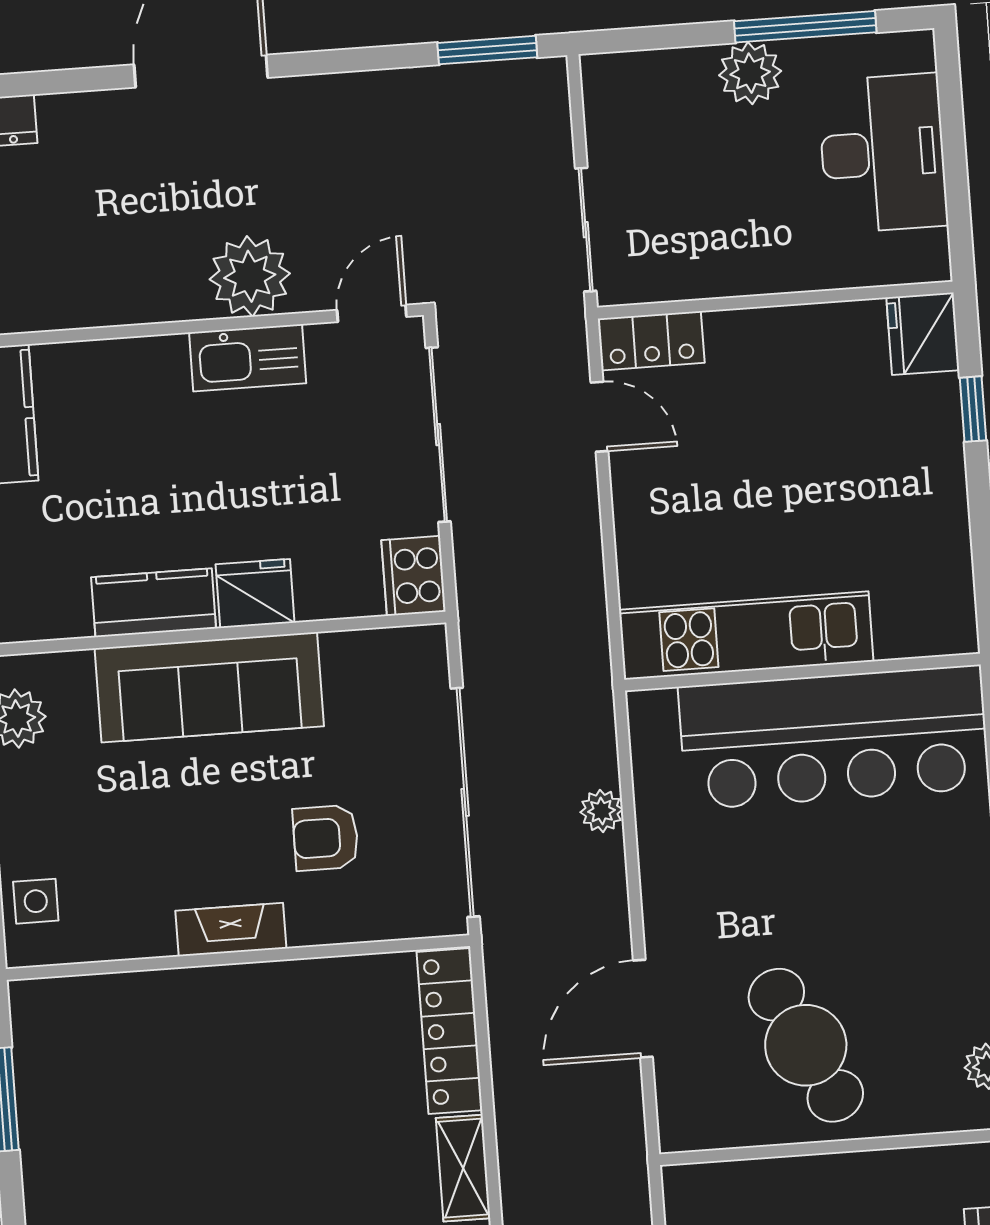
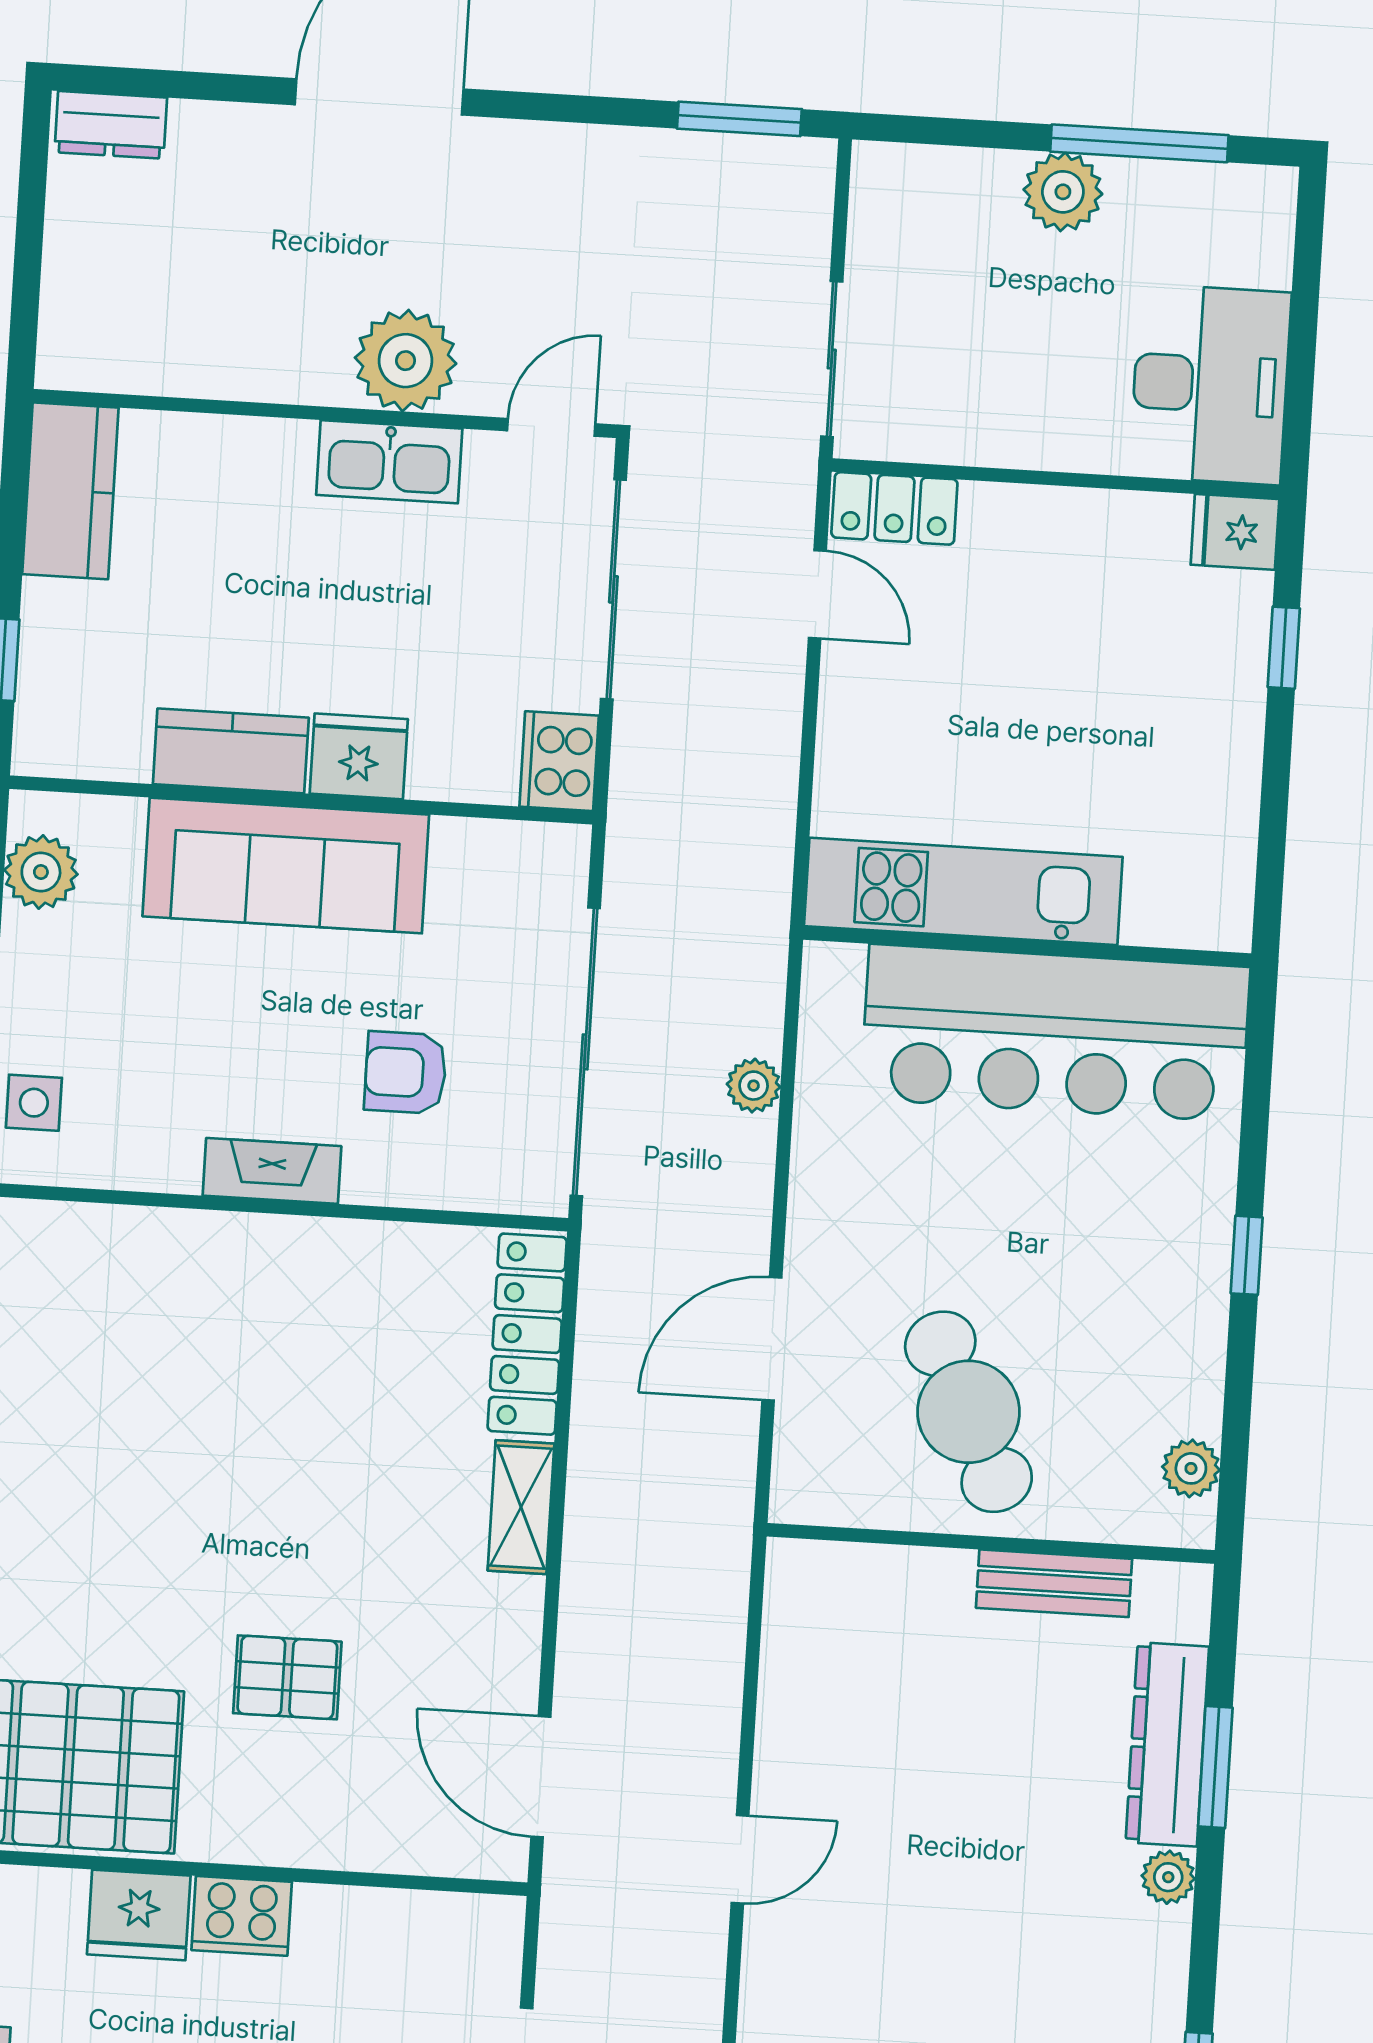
desk: (883, 153) -> (1210, 384), moved
fridge: (923, 334) -> (1235, 532), width x0.72
bench: (892, 1171) -> (1054, 1583), added

